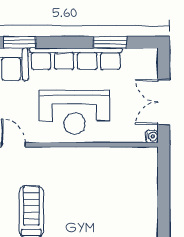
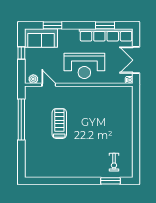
row of seats: (76, 59) -> (106, 35), moved

